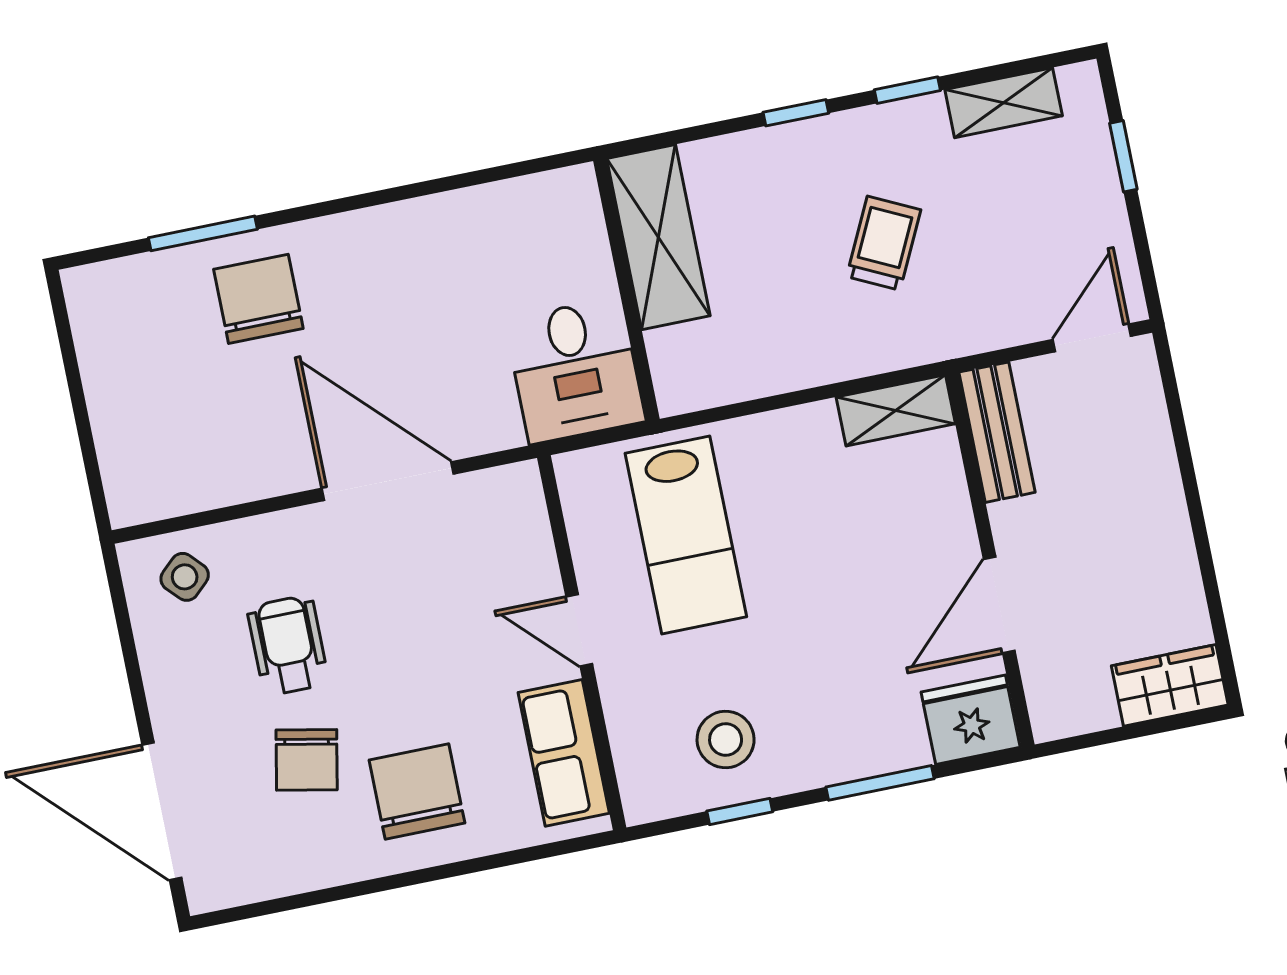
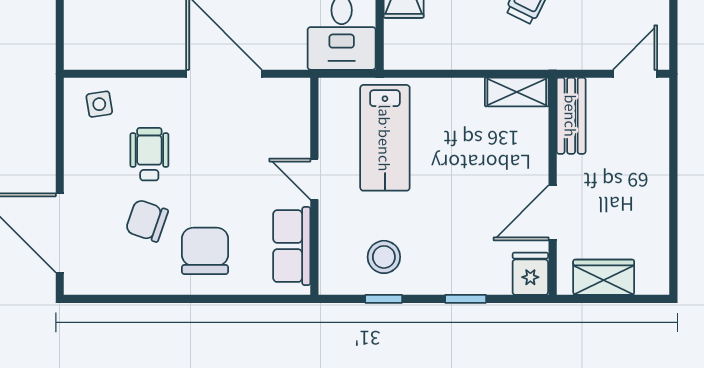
side table: (185, 577) -> (99, 104), turned 34
wardrobe: (1170, 685) -> (604, 277), moved
fridge: (971, 720) -> (530, 274), width x0.72
chair: (307, 760) -> (147, 221), turned 98
window: (880, 783) -> (466, 299), width x0.67

